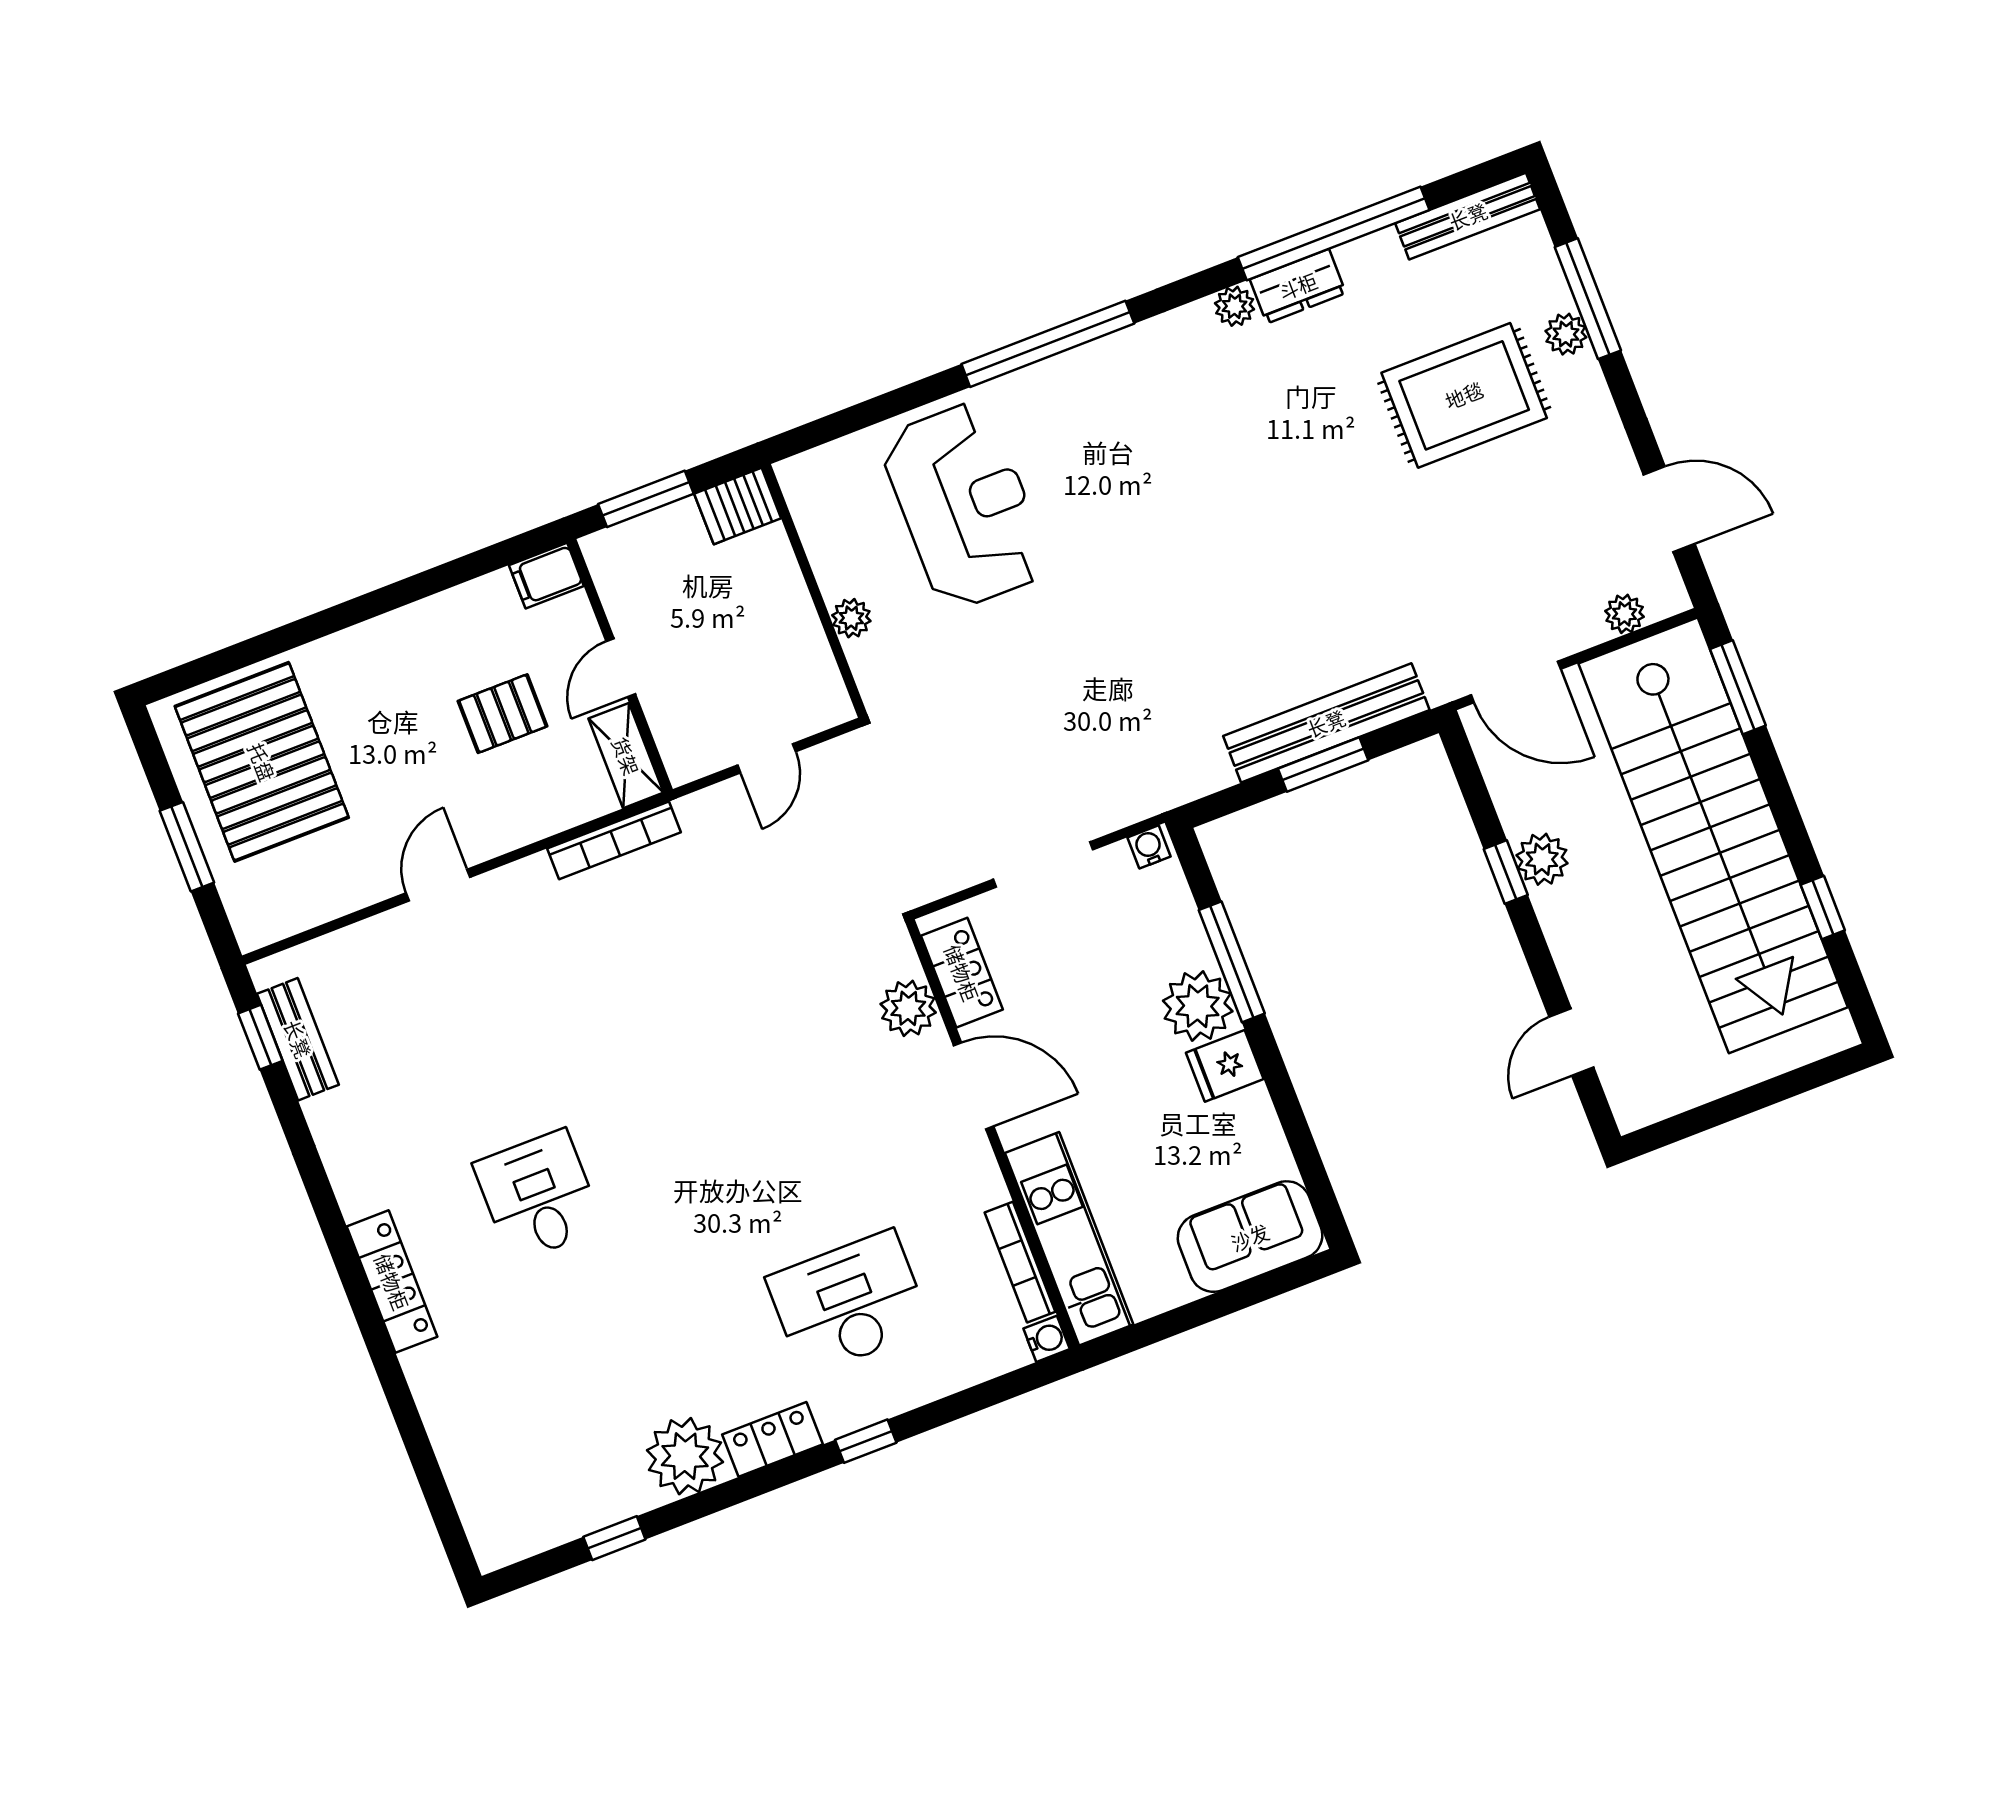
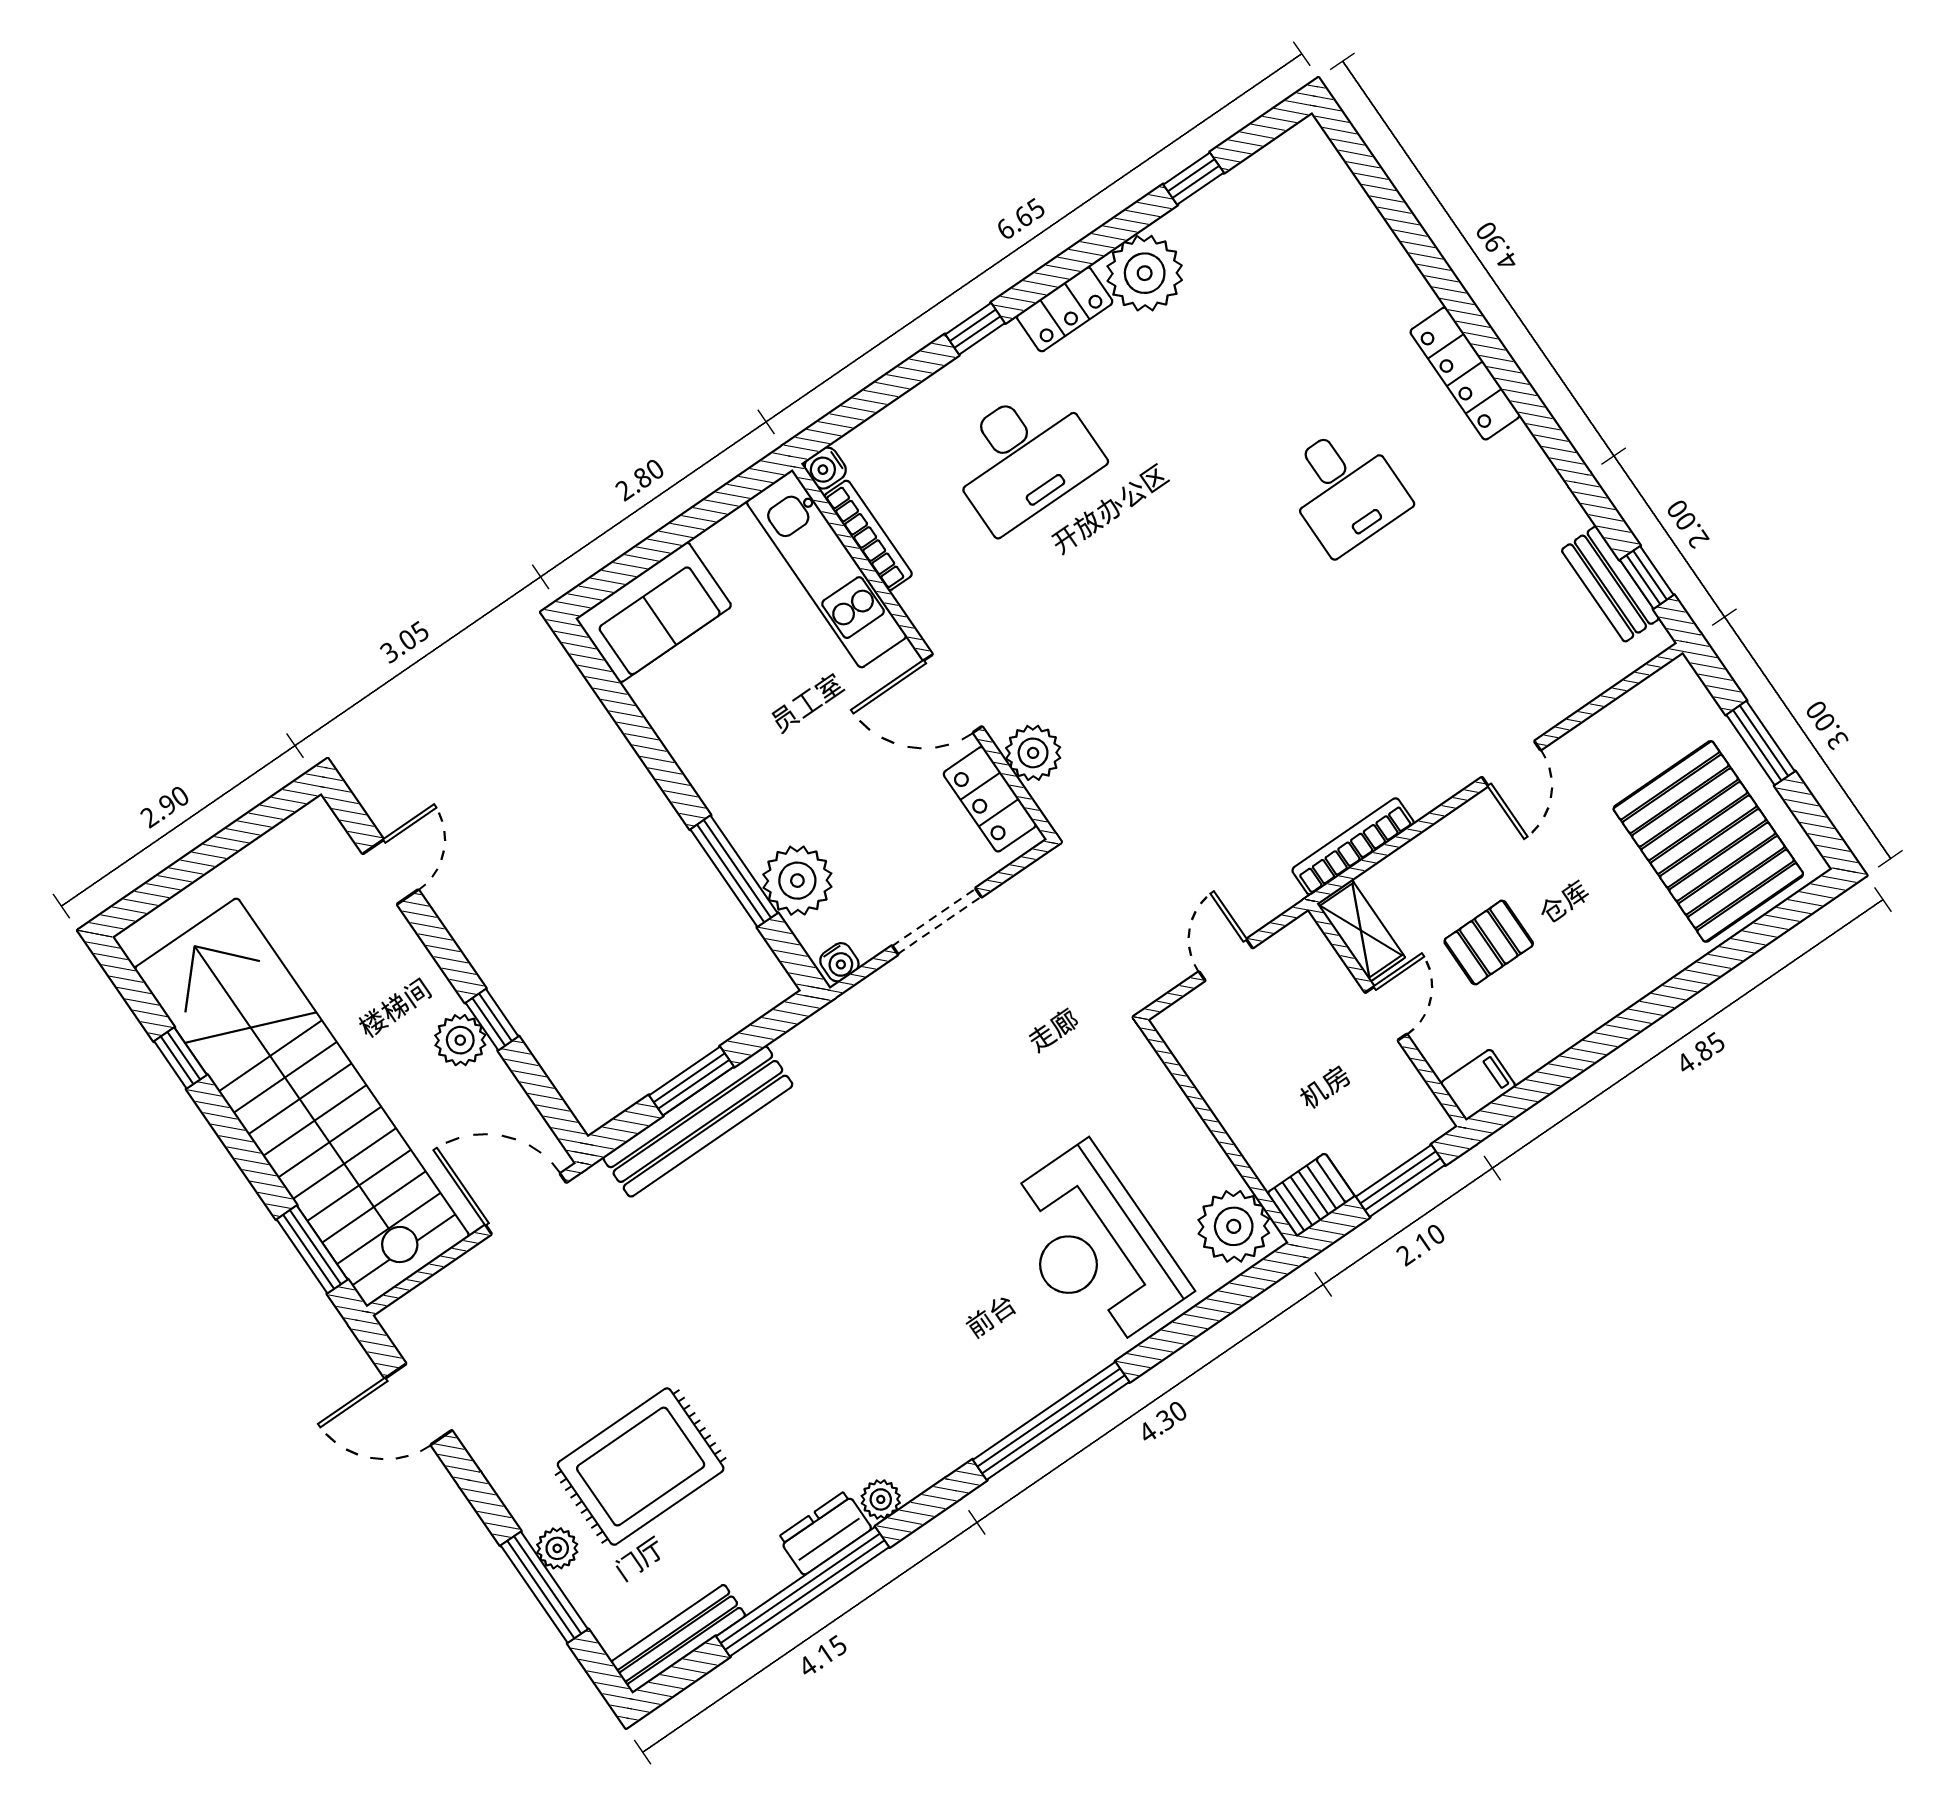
plant: (1625, 614) -> (437, 1294), removed
plant: (851, 618) -> (1234, 1226), moved, width x1.88, depth x1.88
plant: (1198, 1006) -> (797, 881), moved
fridge: (1225, 1066) -> (717, 770), removed

